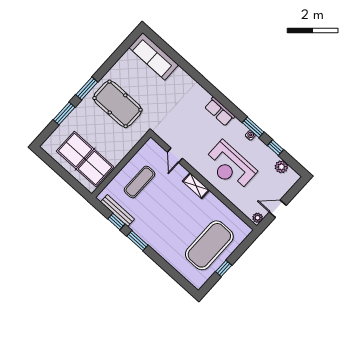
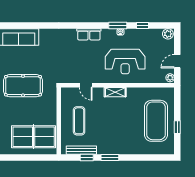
plant: (281, 167) -> (168, 34), moved

